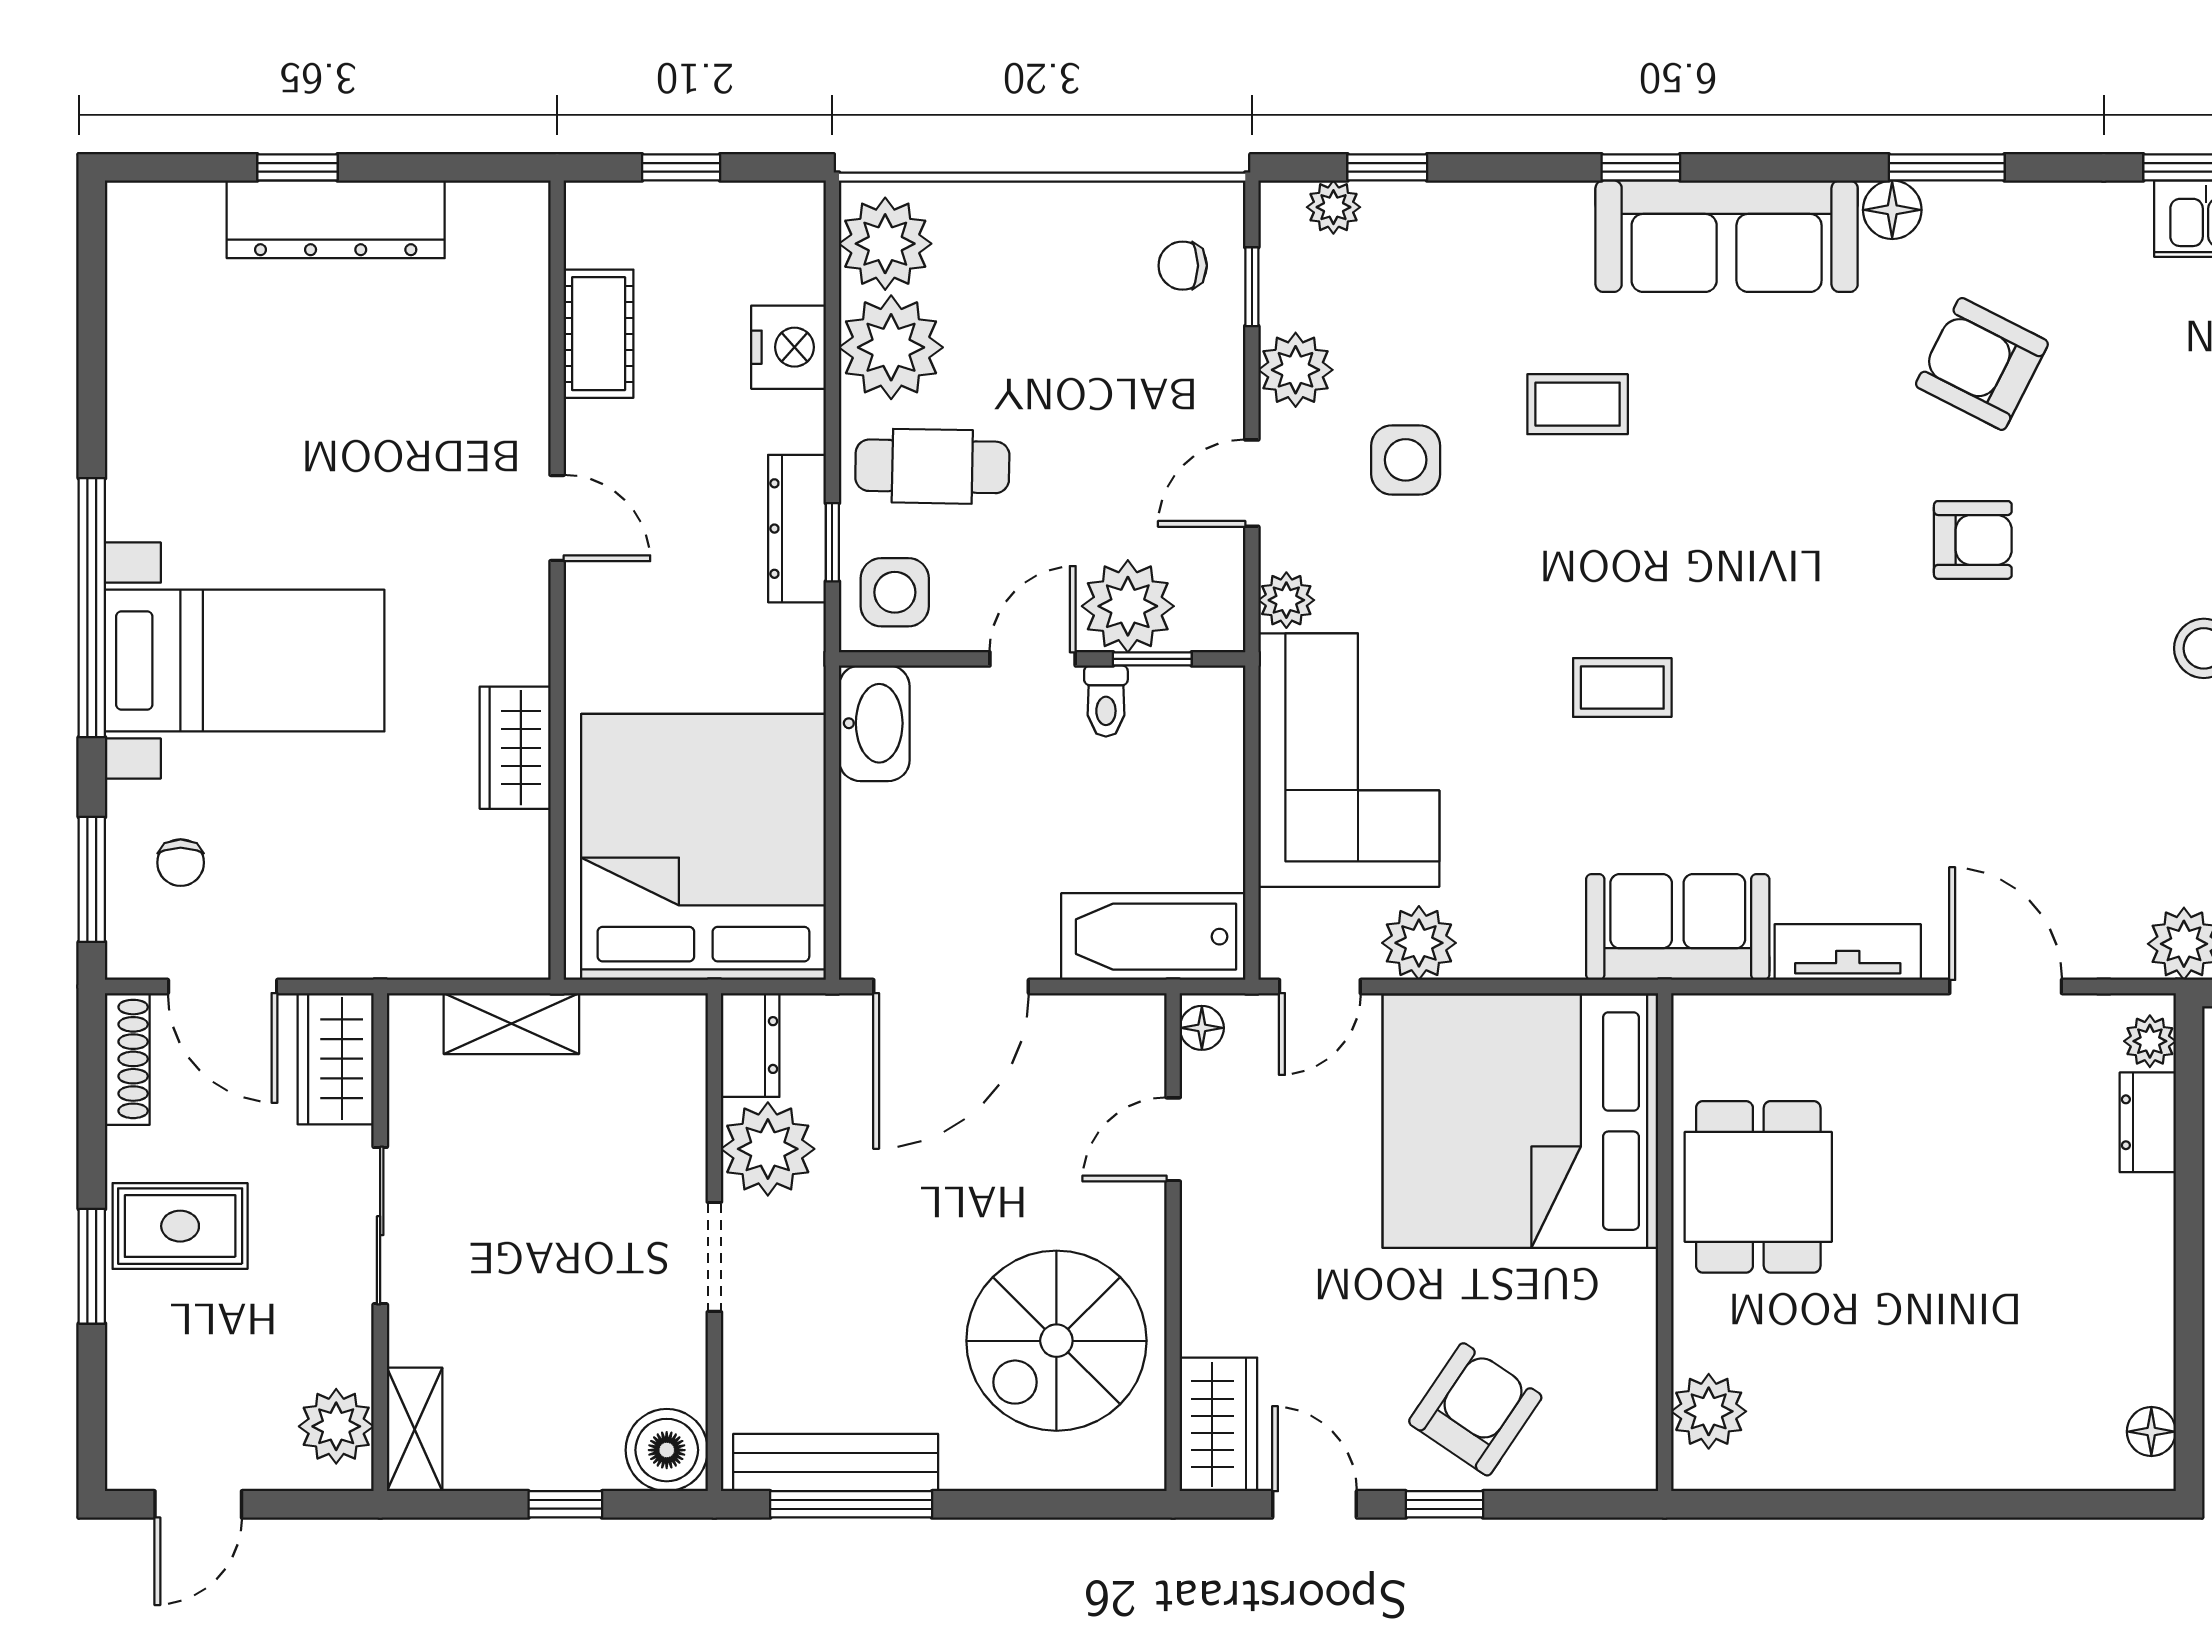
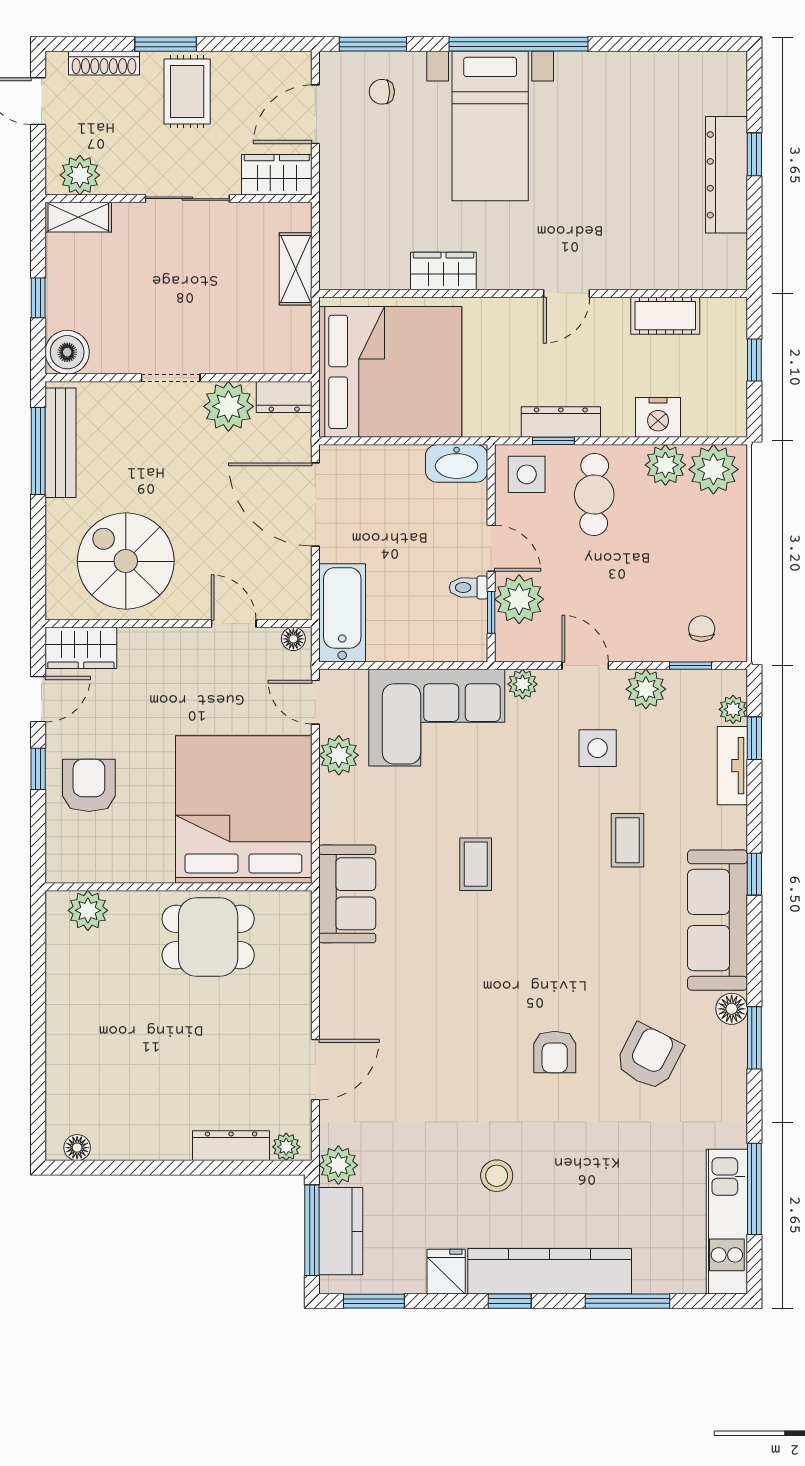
plant: (891, 347) -> (665, 465), width x0.73, depth x0.73
tv unit: (1848, 952) -> (732, 766), moved, turned 180
shoe rack: (127, 1059) -> (104, 63), moved
dresser: (2148, 1122) -> (231, 1146), width x1.44
armchair: (1475, 1409) -> (89, 785), turned -124

